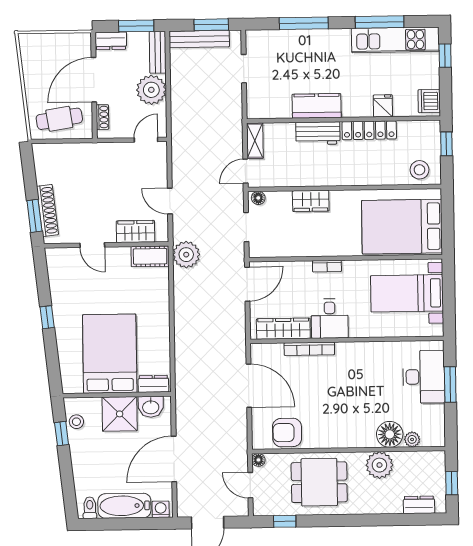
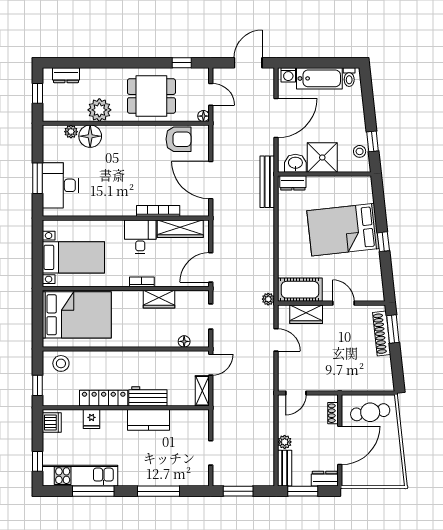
bench: (199, 39) -> (267, 182), moved, turned 90
plant: (151, 90) -> (285, 442), width x0.53, depth x0.53
floor lamp: (258, 198) -> (184, 341), moved
wardrobe: (311, 201) -> (159, 299), moved, turned 180
plant: (186, 255) -> (268, 299), width x0.53, depth x0.53
cot: (150, 256) -> (300, 290), width x1.37, depth x1.34
bed: (110, 354) -> (343, 230), moved, turned 84

